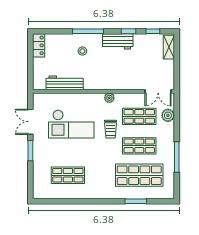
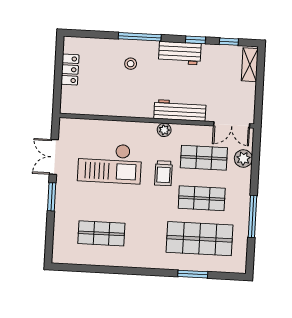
locker: (39, 45) -> (70, 70), moved
workbench: (65, 83) -> (180, 110), moved

